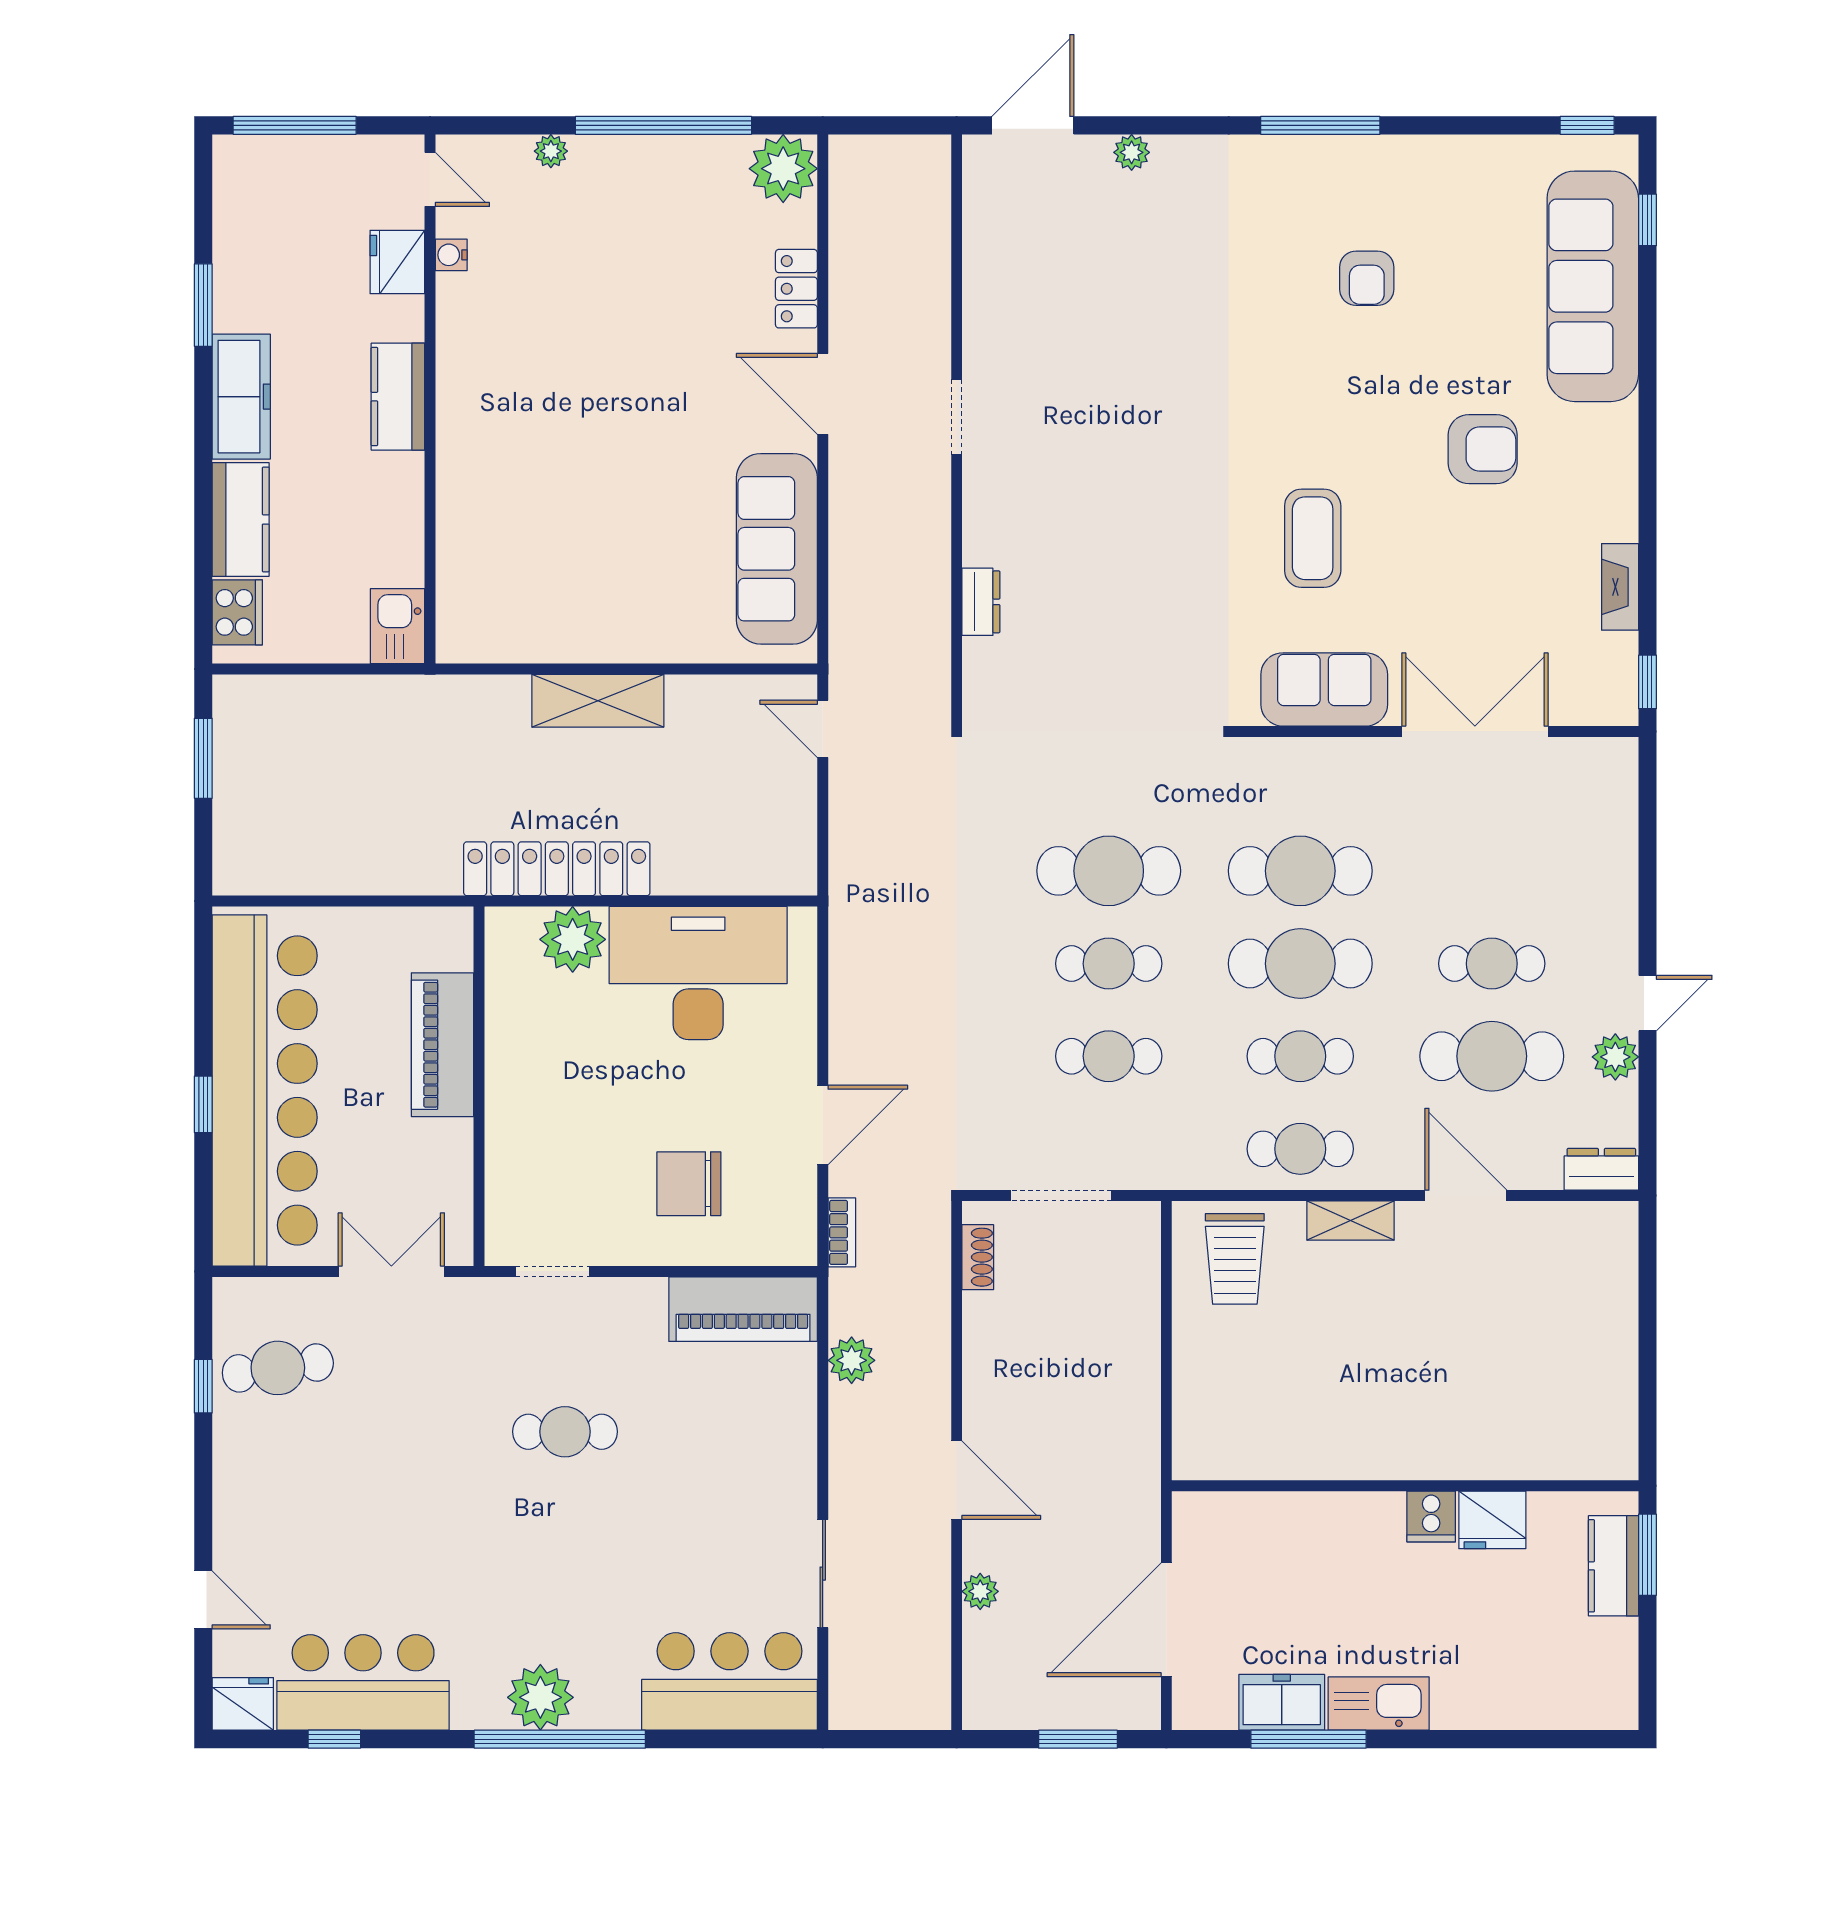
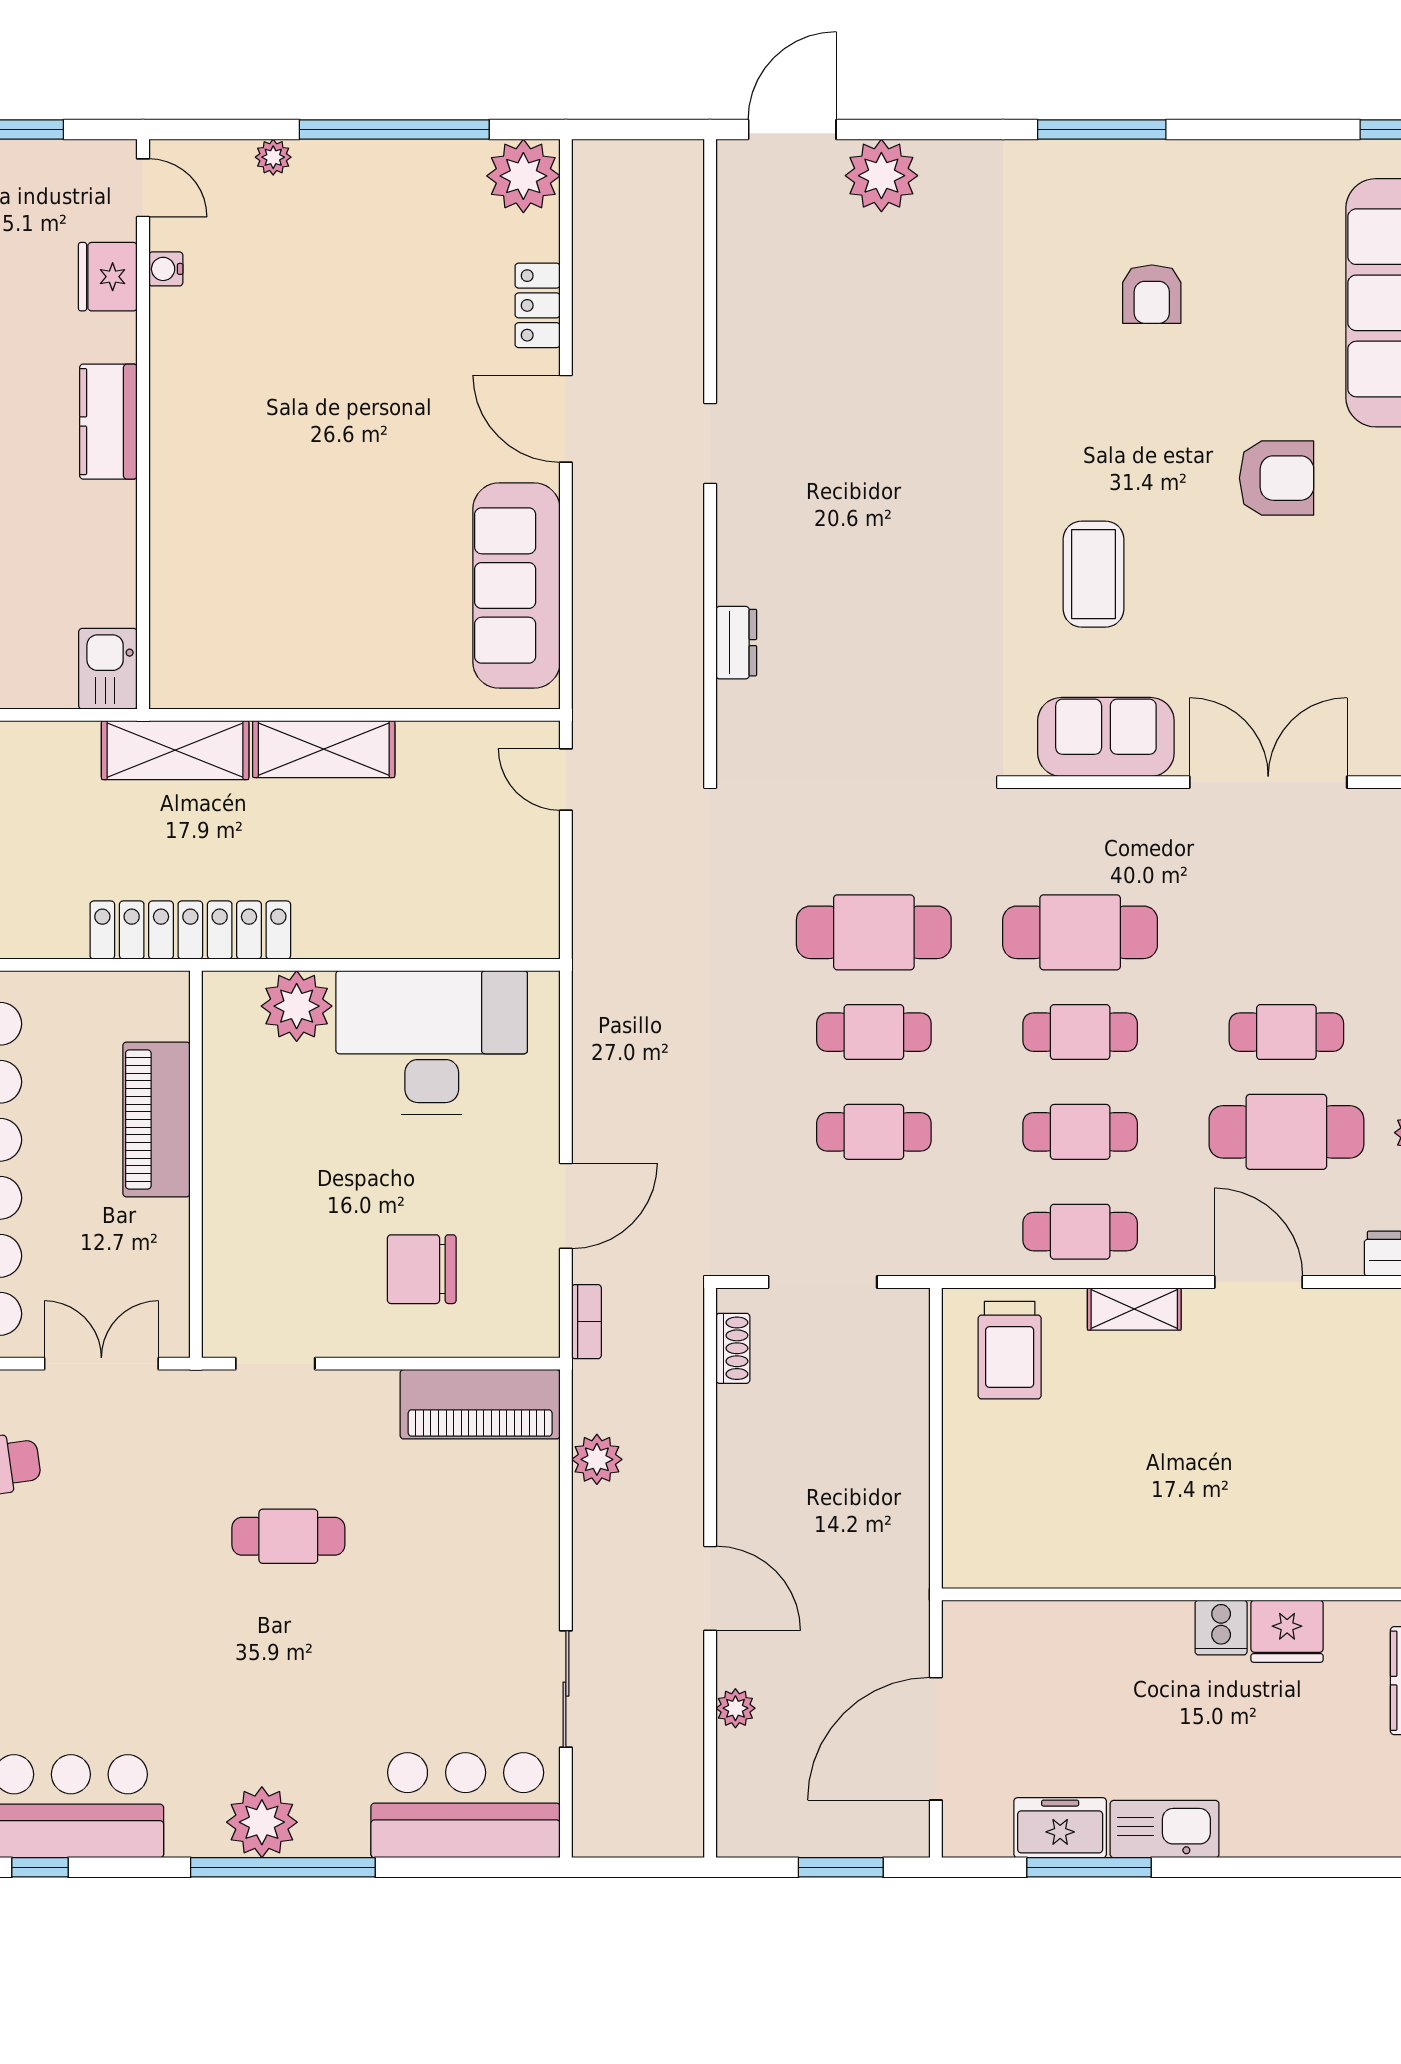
plant: (1132, 152) -> (881, 176), width x1.88, depth x1.88
shelving: (460, 702) -> (175, 750), added
locker: (557, 869) -> (190, 930), moved
cafe table: (1300, 964) -> (1080, 1032), width x0.73, depth x0.74

